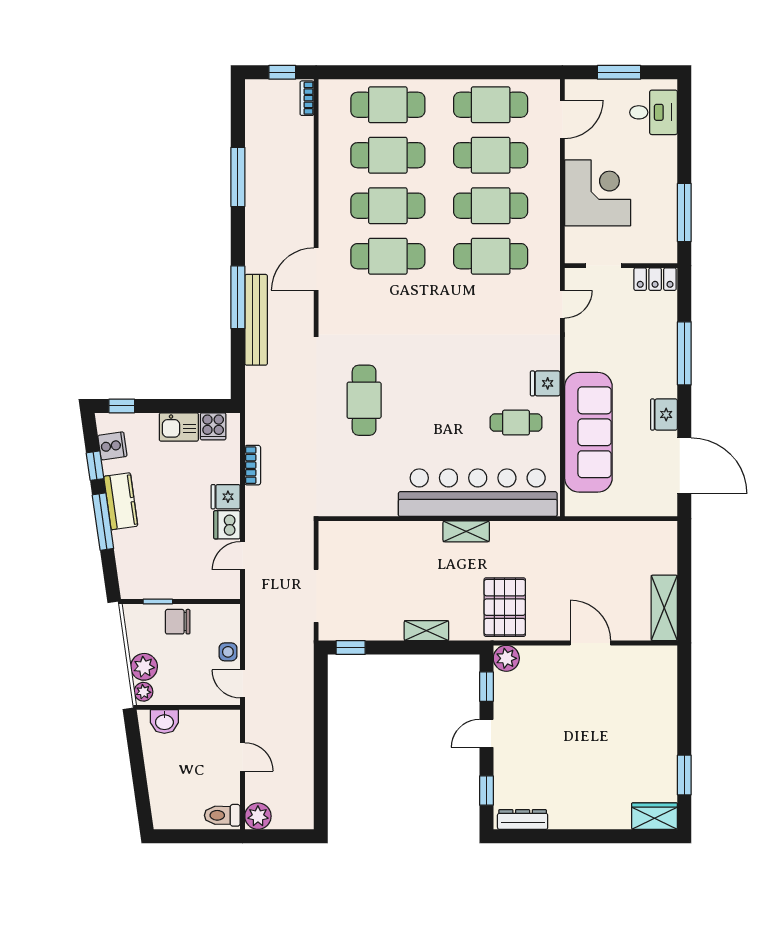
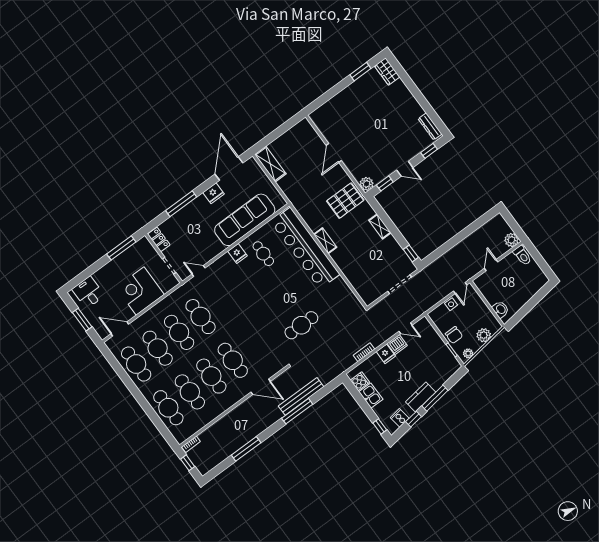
shelving: (664, 608) -> (270, 164), moved, turned 90
plant: (143, 692) -> (468, 353), moved

